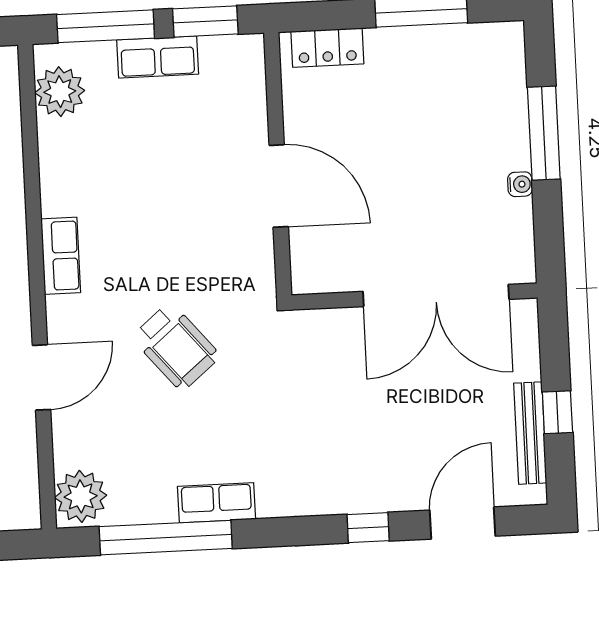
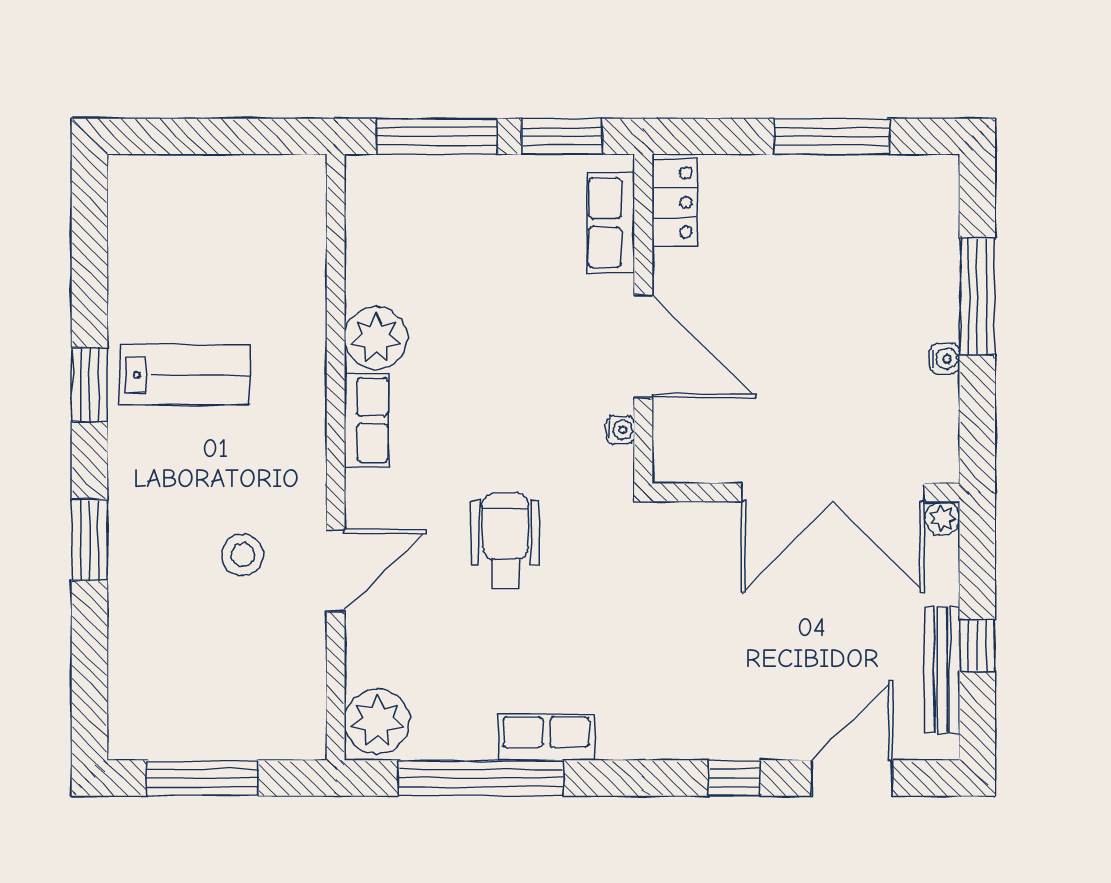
locker: (327, 48) -> (675, 202), moved, turned -90
row of seats: (158, 57) -> (611, 223), moved, turned 90
plant: (60, 92) -> (376, 338), moved
water cooler: (264, 254) -> (620, 430), added
plant: (525, 312) -> (943, 518), added
wheelchair: (176, 347) -> (505, 540), turned -140

